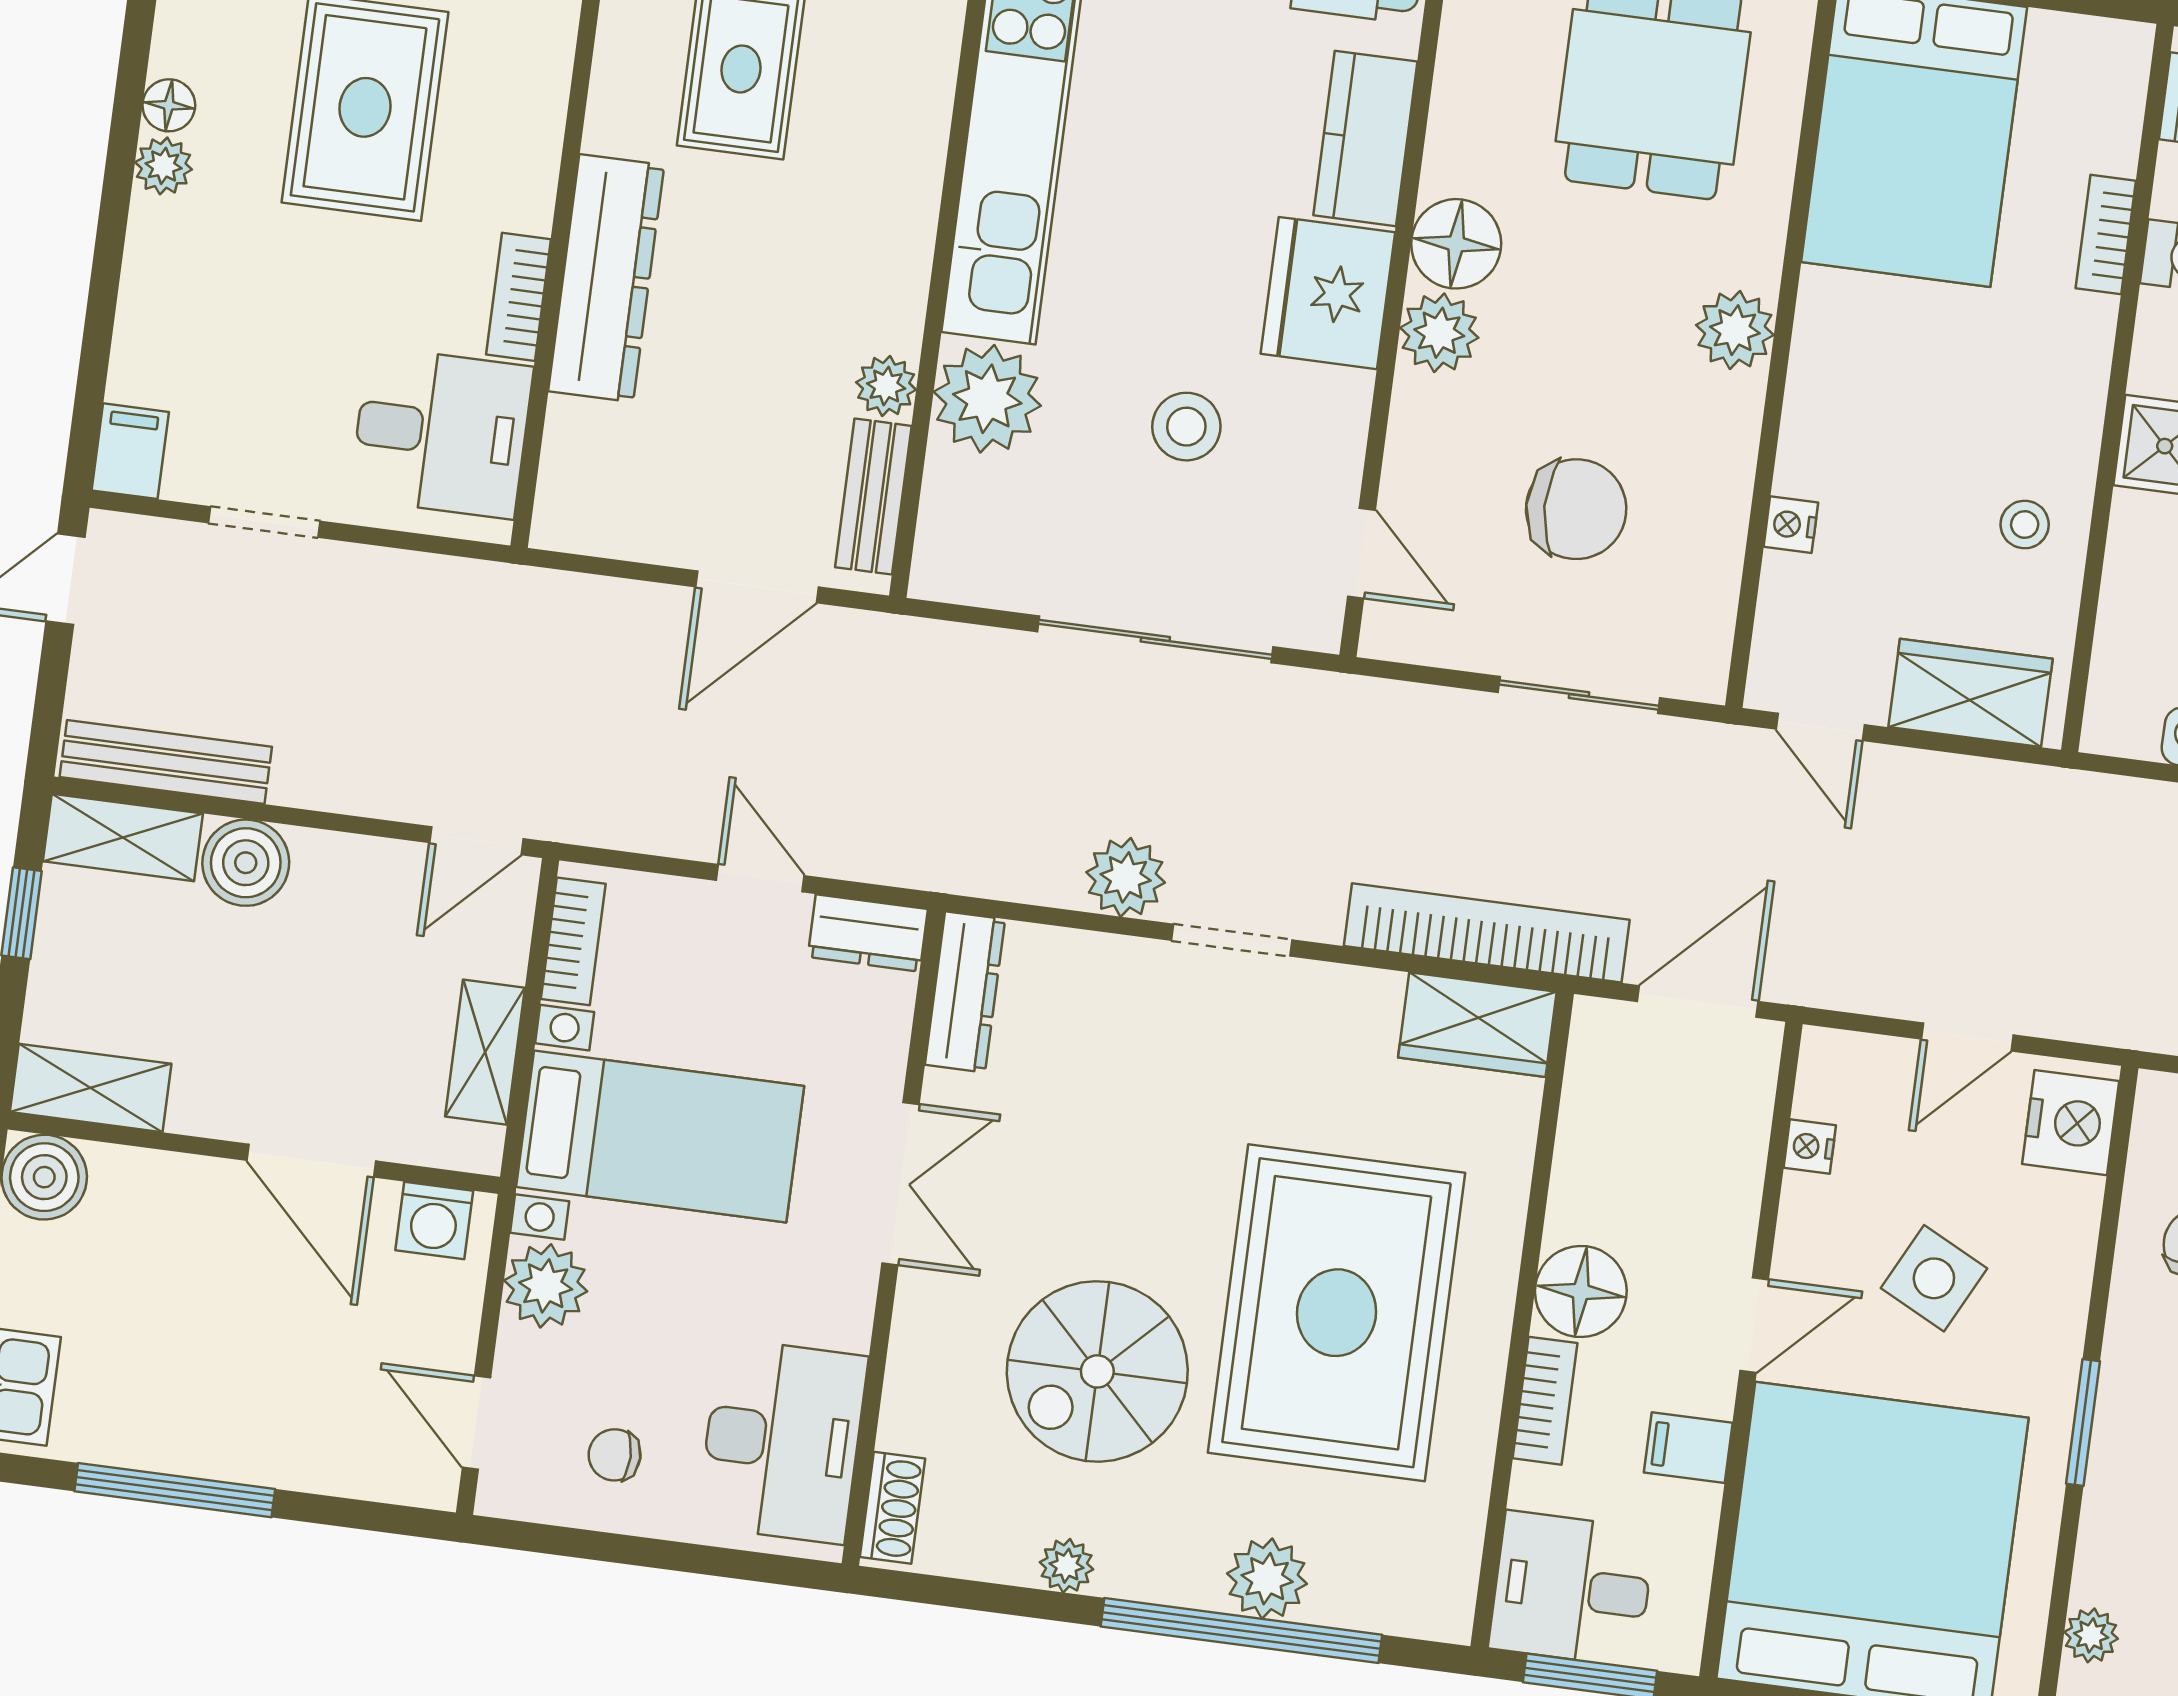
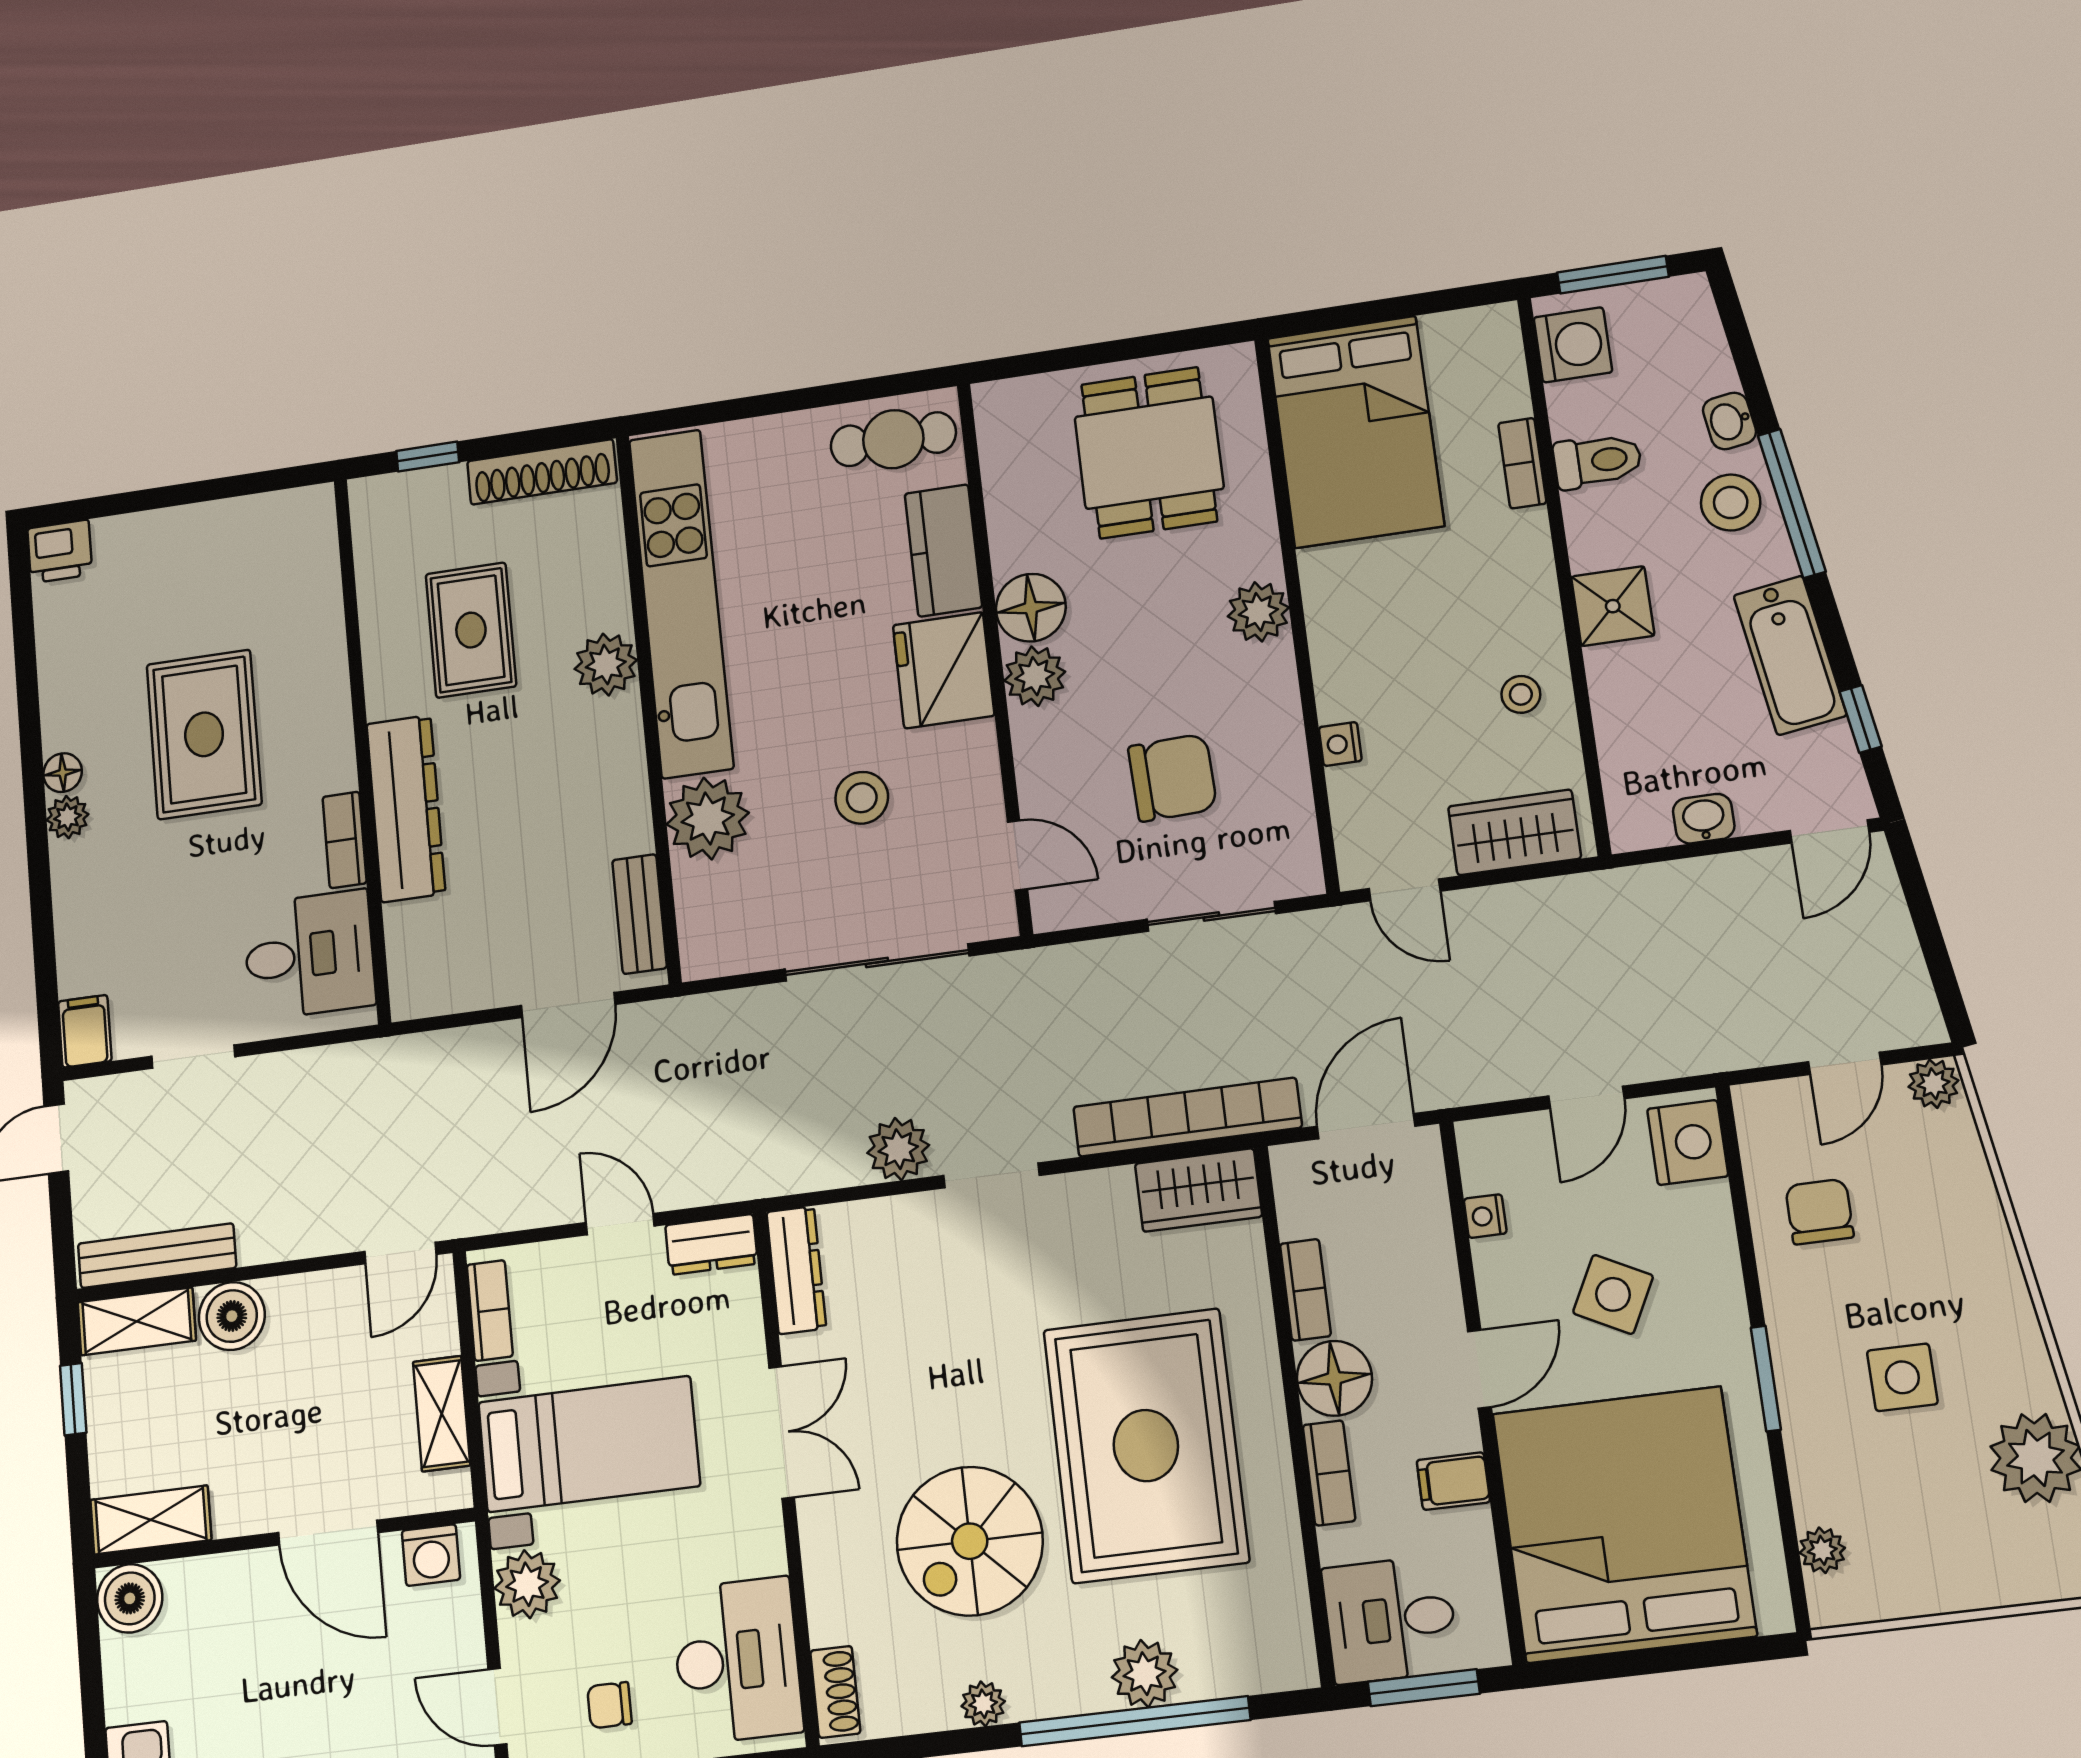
plant: (886, 386) -> (606, 665), moved, width x1.38, depth x1.38
bookcase: (1574, 1178) -> (1305, 1290), added

